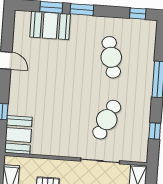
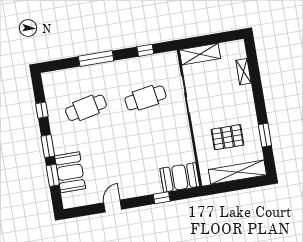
window: (138, 14) -> (42, 110), moved
cafe table: (107, 120) -> (145, 98), turned -33

